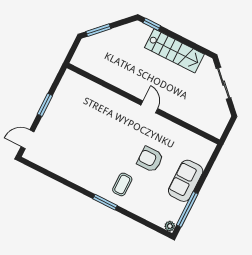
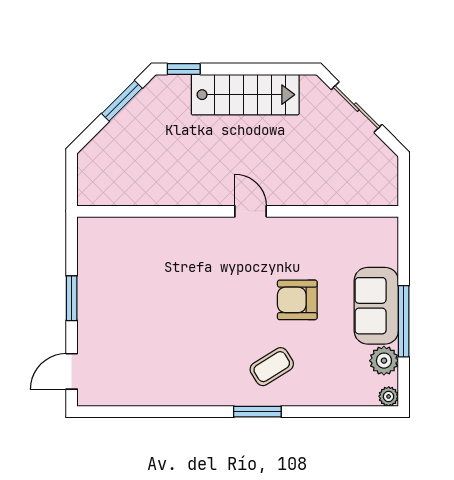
window: (98, 30) -> (122, 101), moved
coffee table: (122, 184) -> (272, 367), turned 58
plant: (176, 208) -> (384, 361), added
window: (187, 209) -> (404, 321), moved

